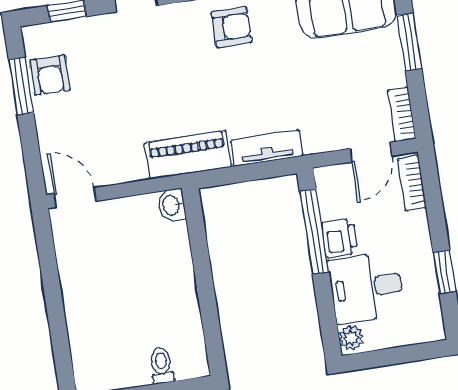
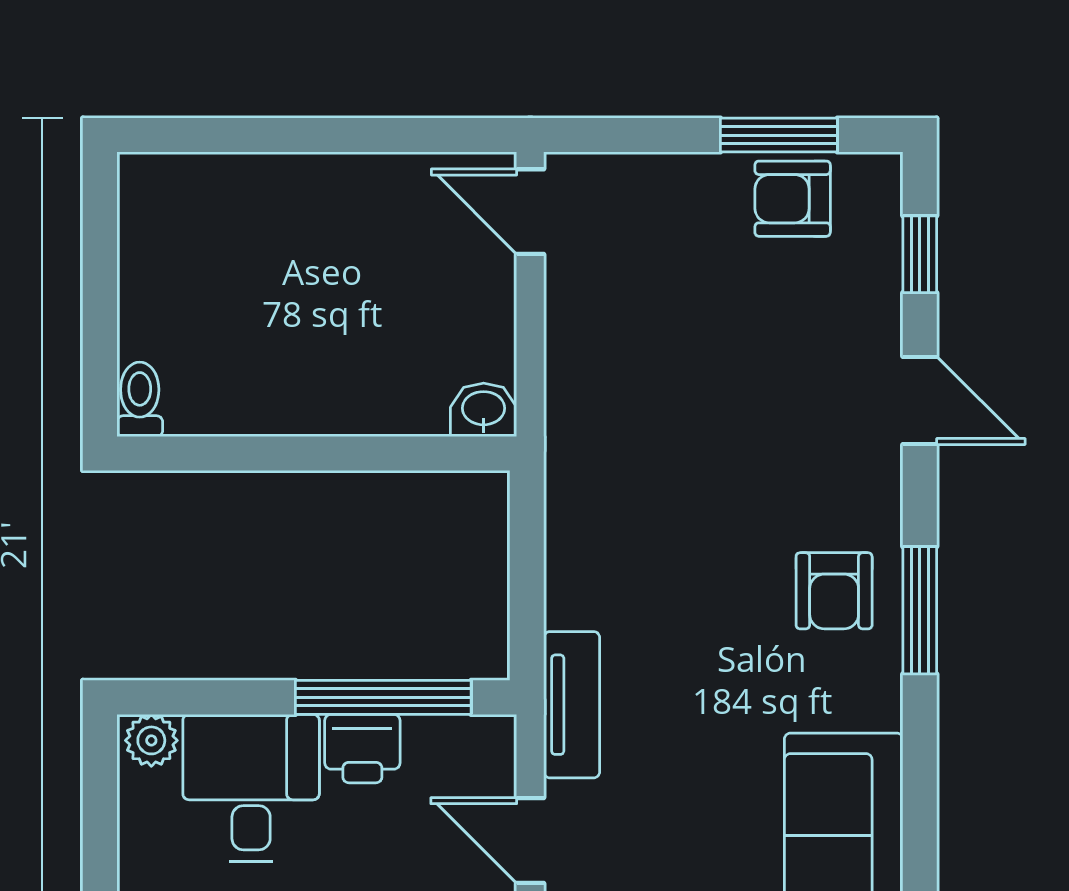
tv unit: (267, 148) -> (572, 705), moved
piano: (188, 155) -> (583, 459), removed
door: (75, 198) -> (530, 212), swing flipped
toilet: (162, 365) -> (140, 399), moved, turned -90

